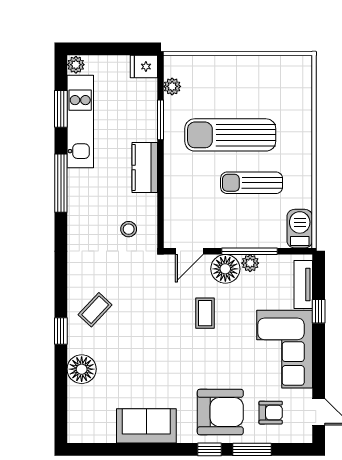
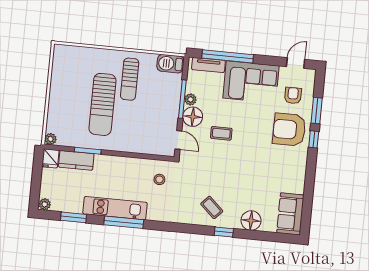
plant: (172, 86) -> (51, 139), moved
kitchen unit: (80, 121) -> (115, 208), moved
kitchen counter: (145, 167) -> (76, 160), moved
sun lounger: (252, 183) -> (130, 79), moved
window: (319, 311) -> (228, 56), width x3.17
armchair: (220, 412) -> (289, 130), turned -90
sofa: (146, 426) -> (290, 214), moved

